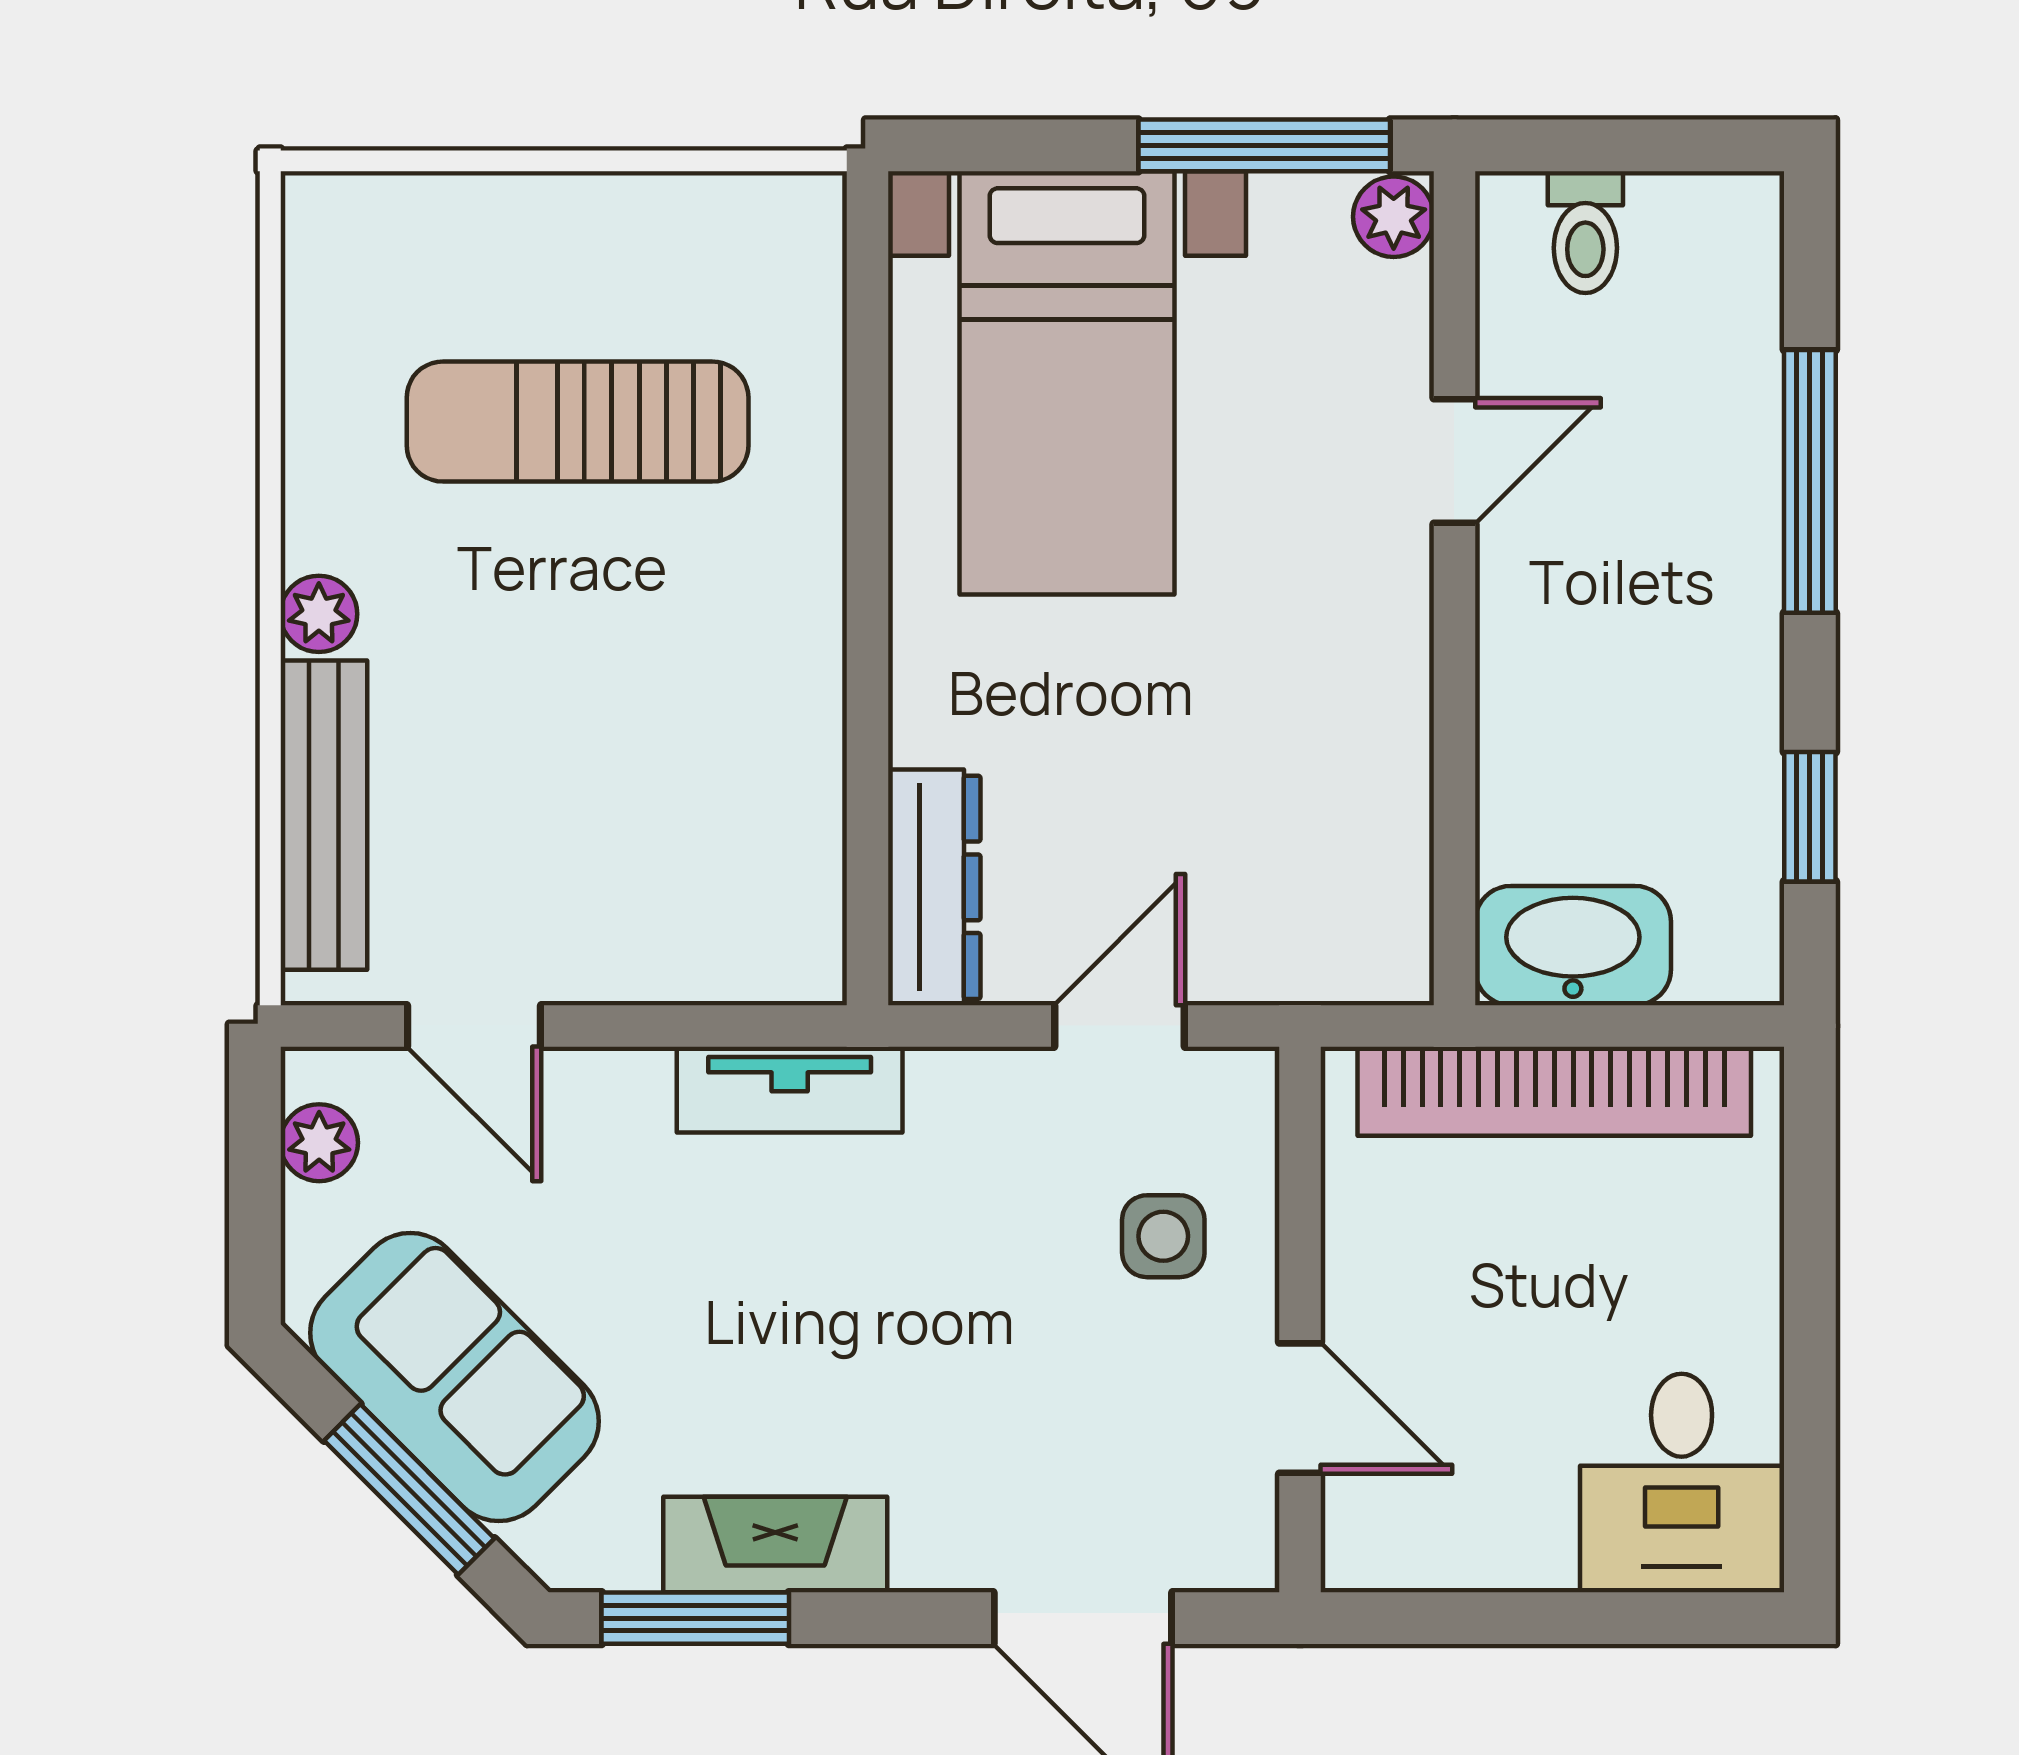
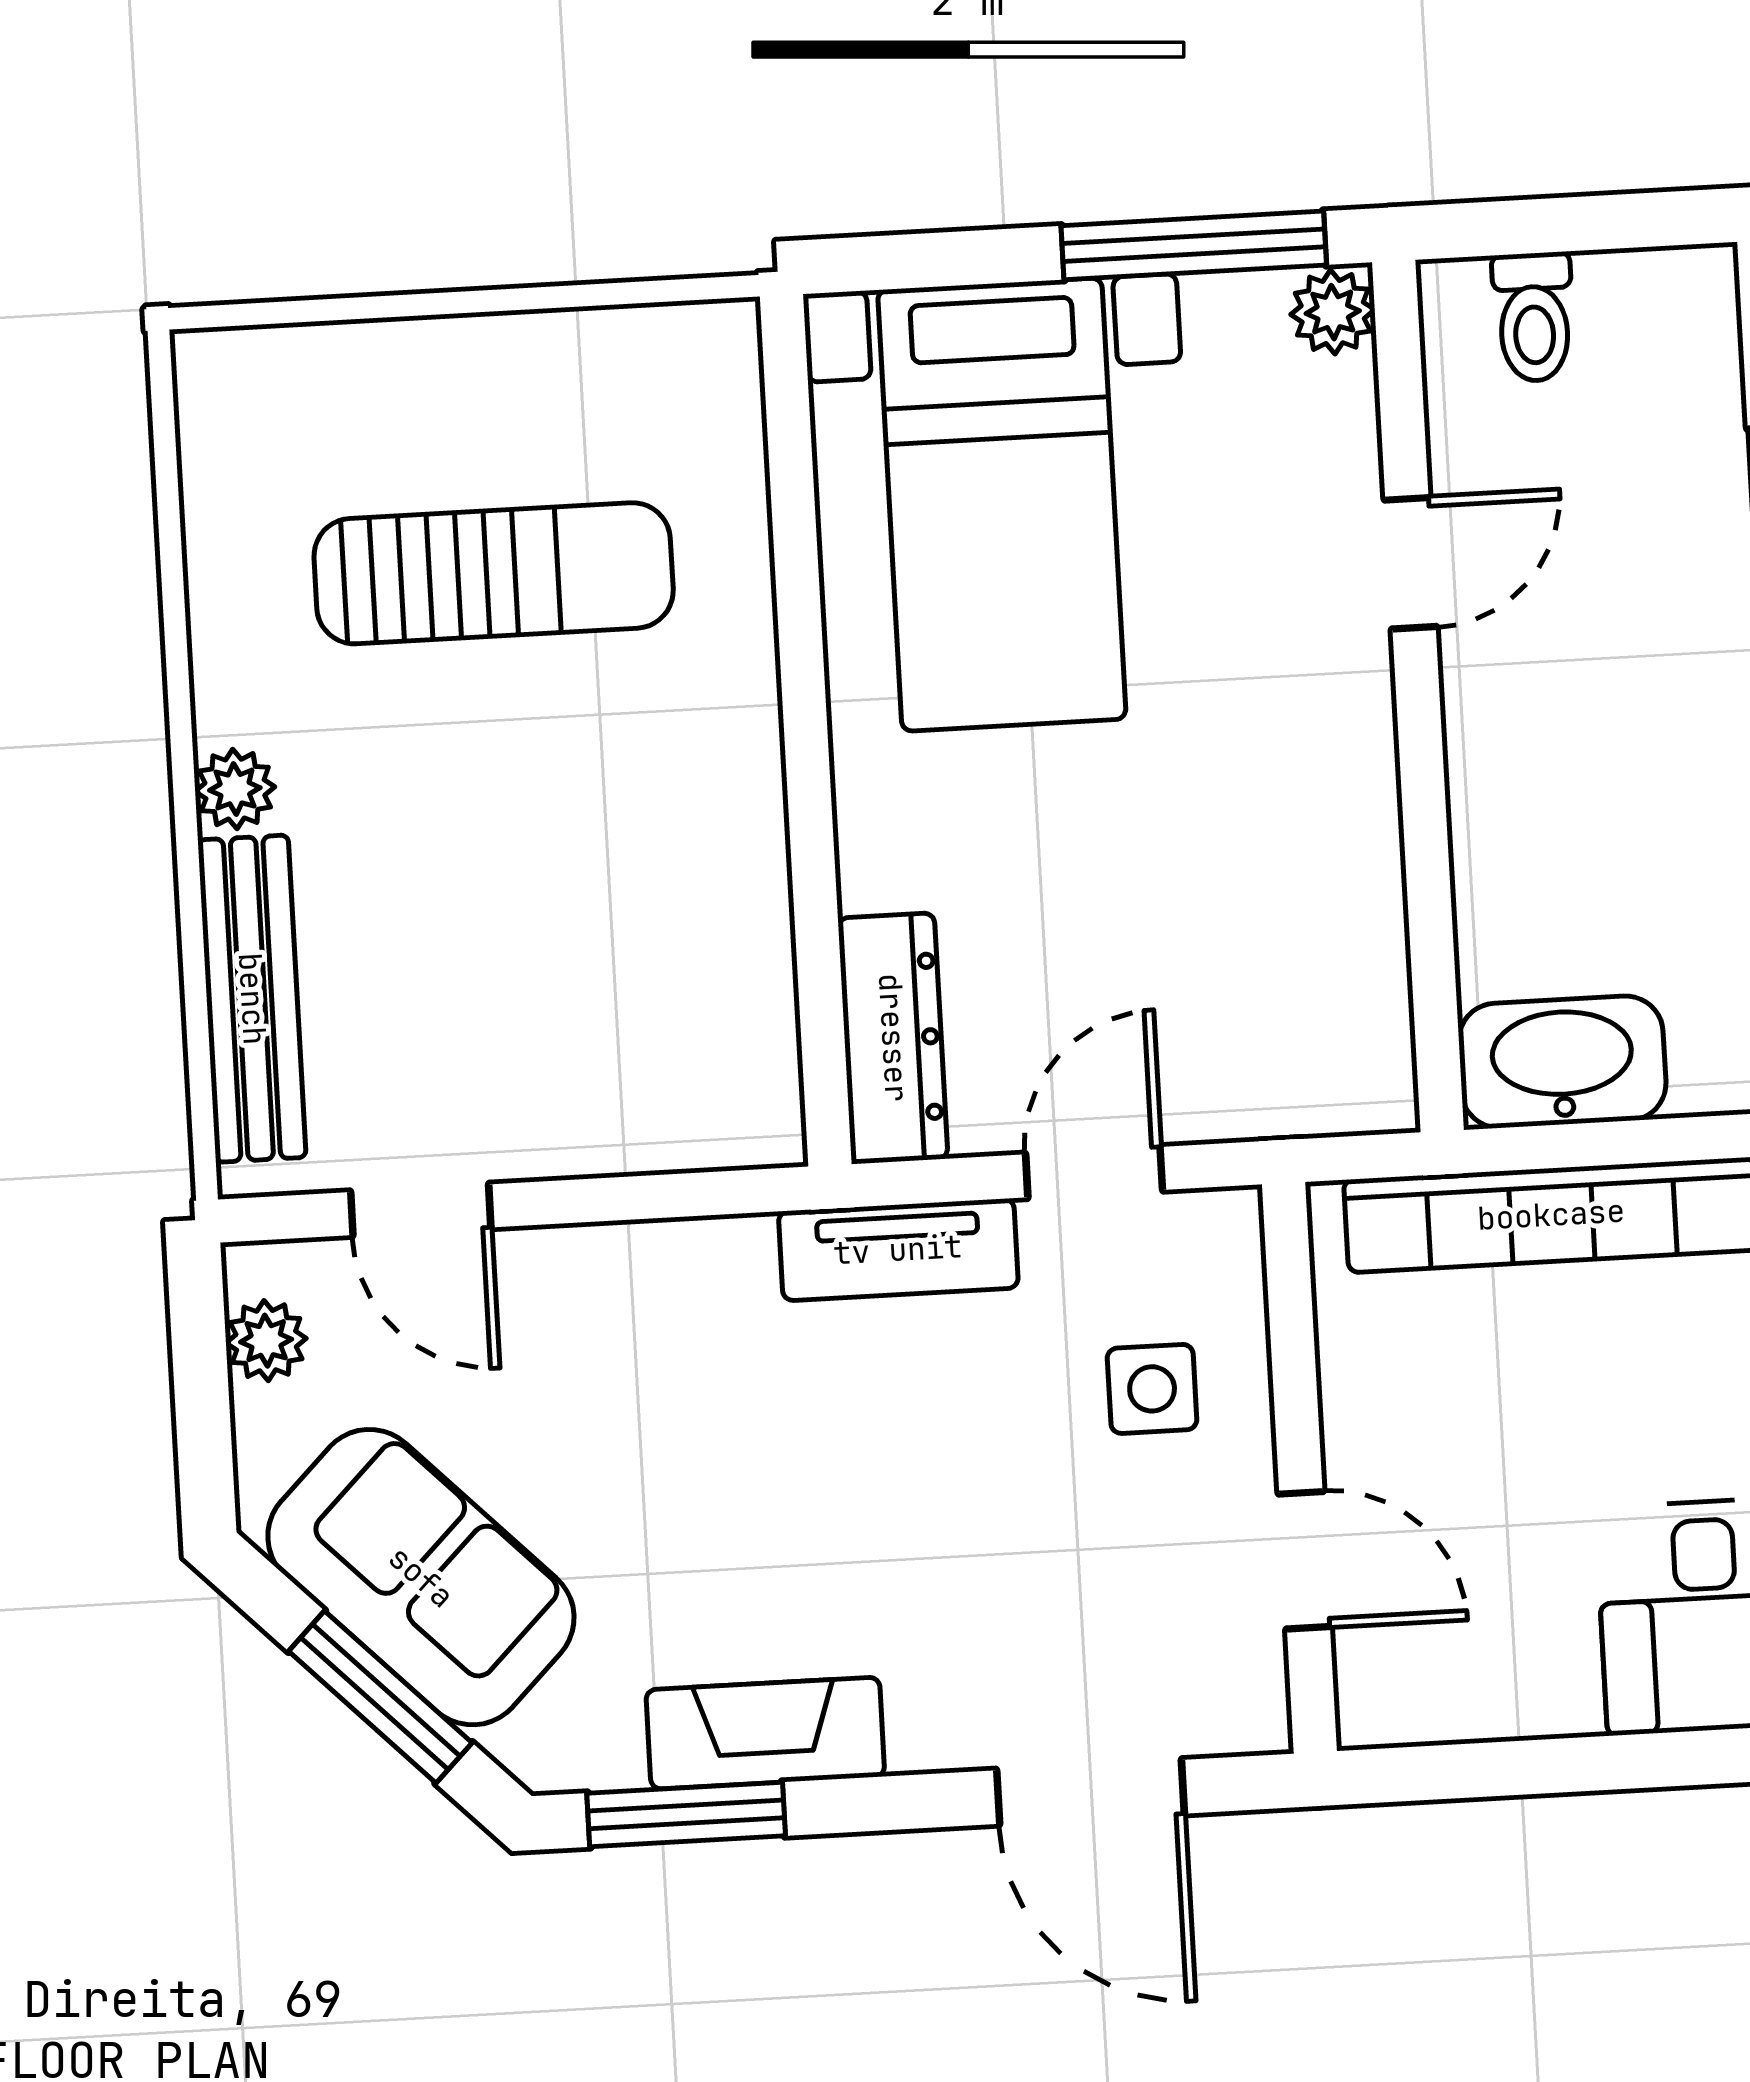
sun lounger: (578, 422) -> (494, 573), turned 180
tv unit: (790, 1090) -> (898, 1250), moved

